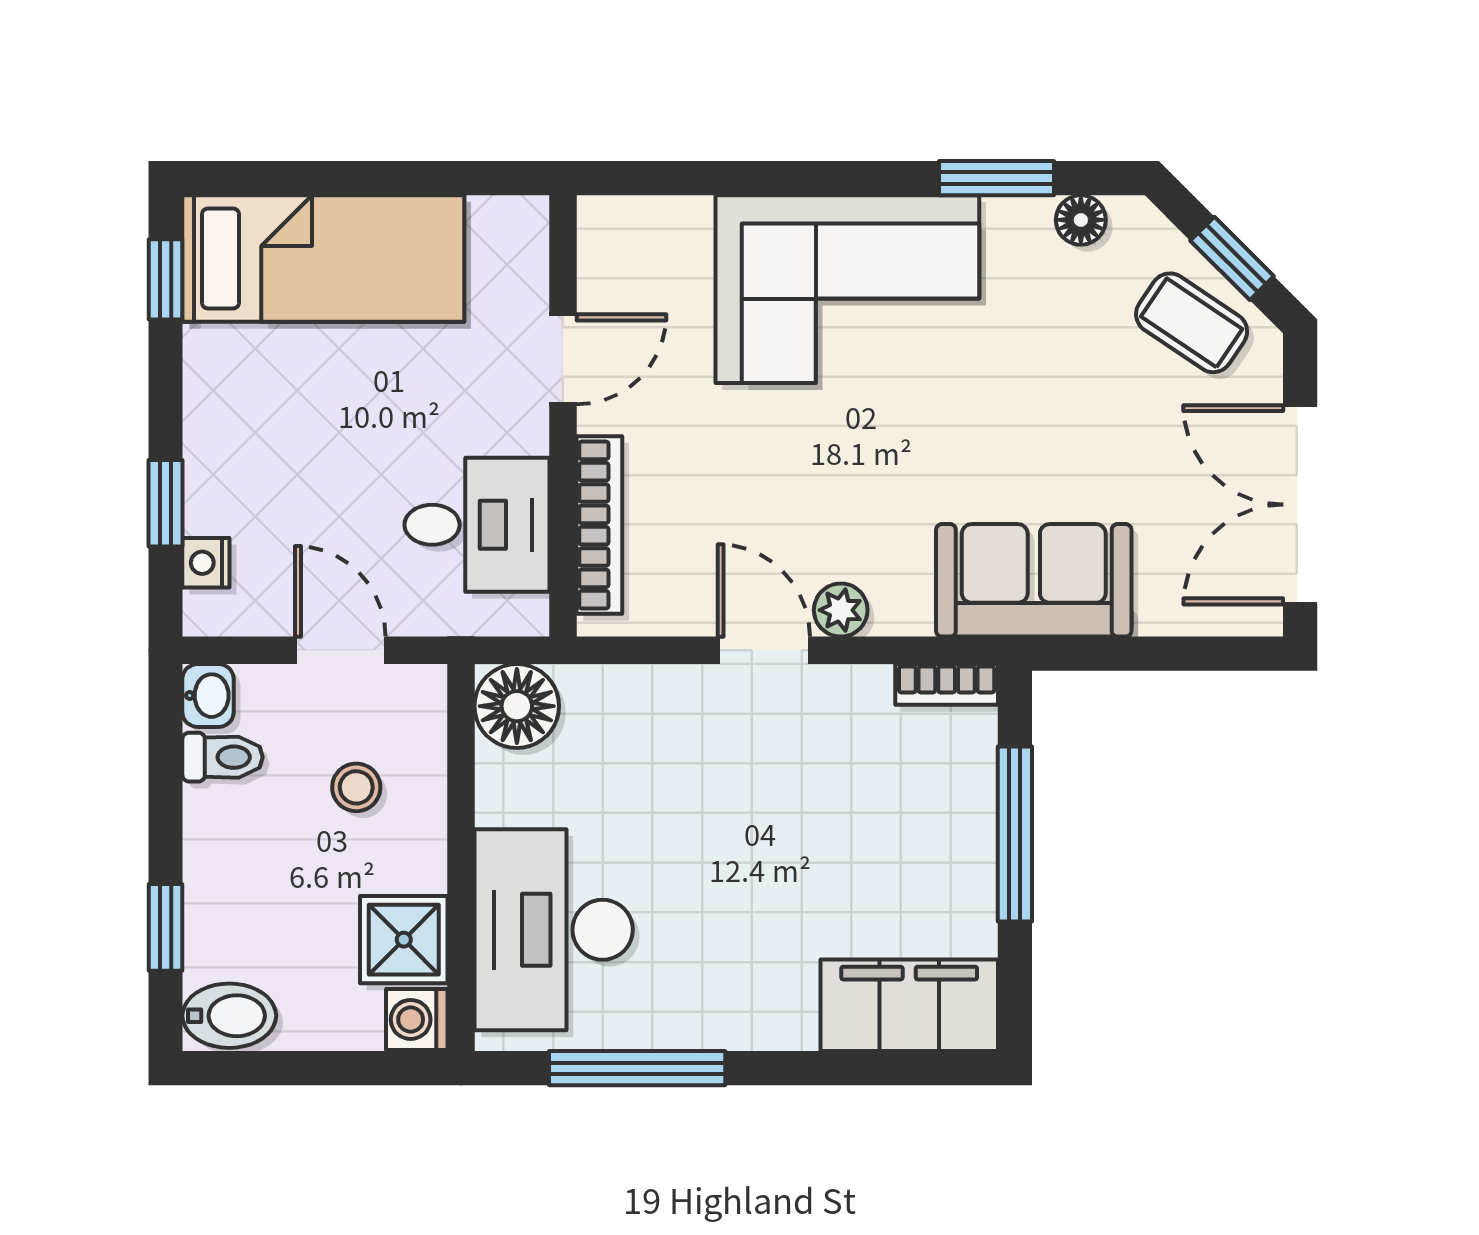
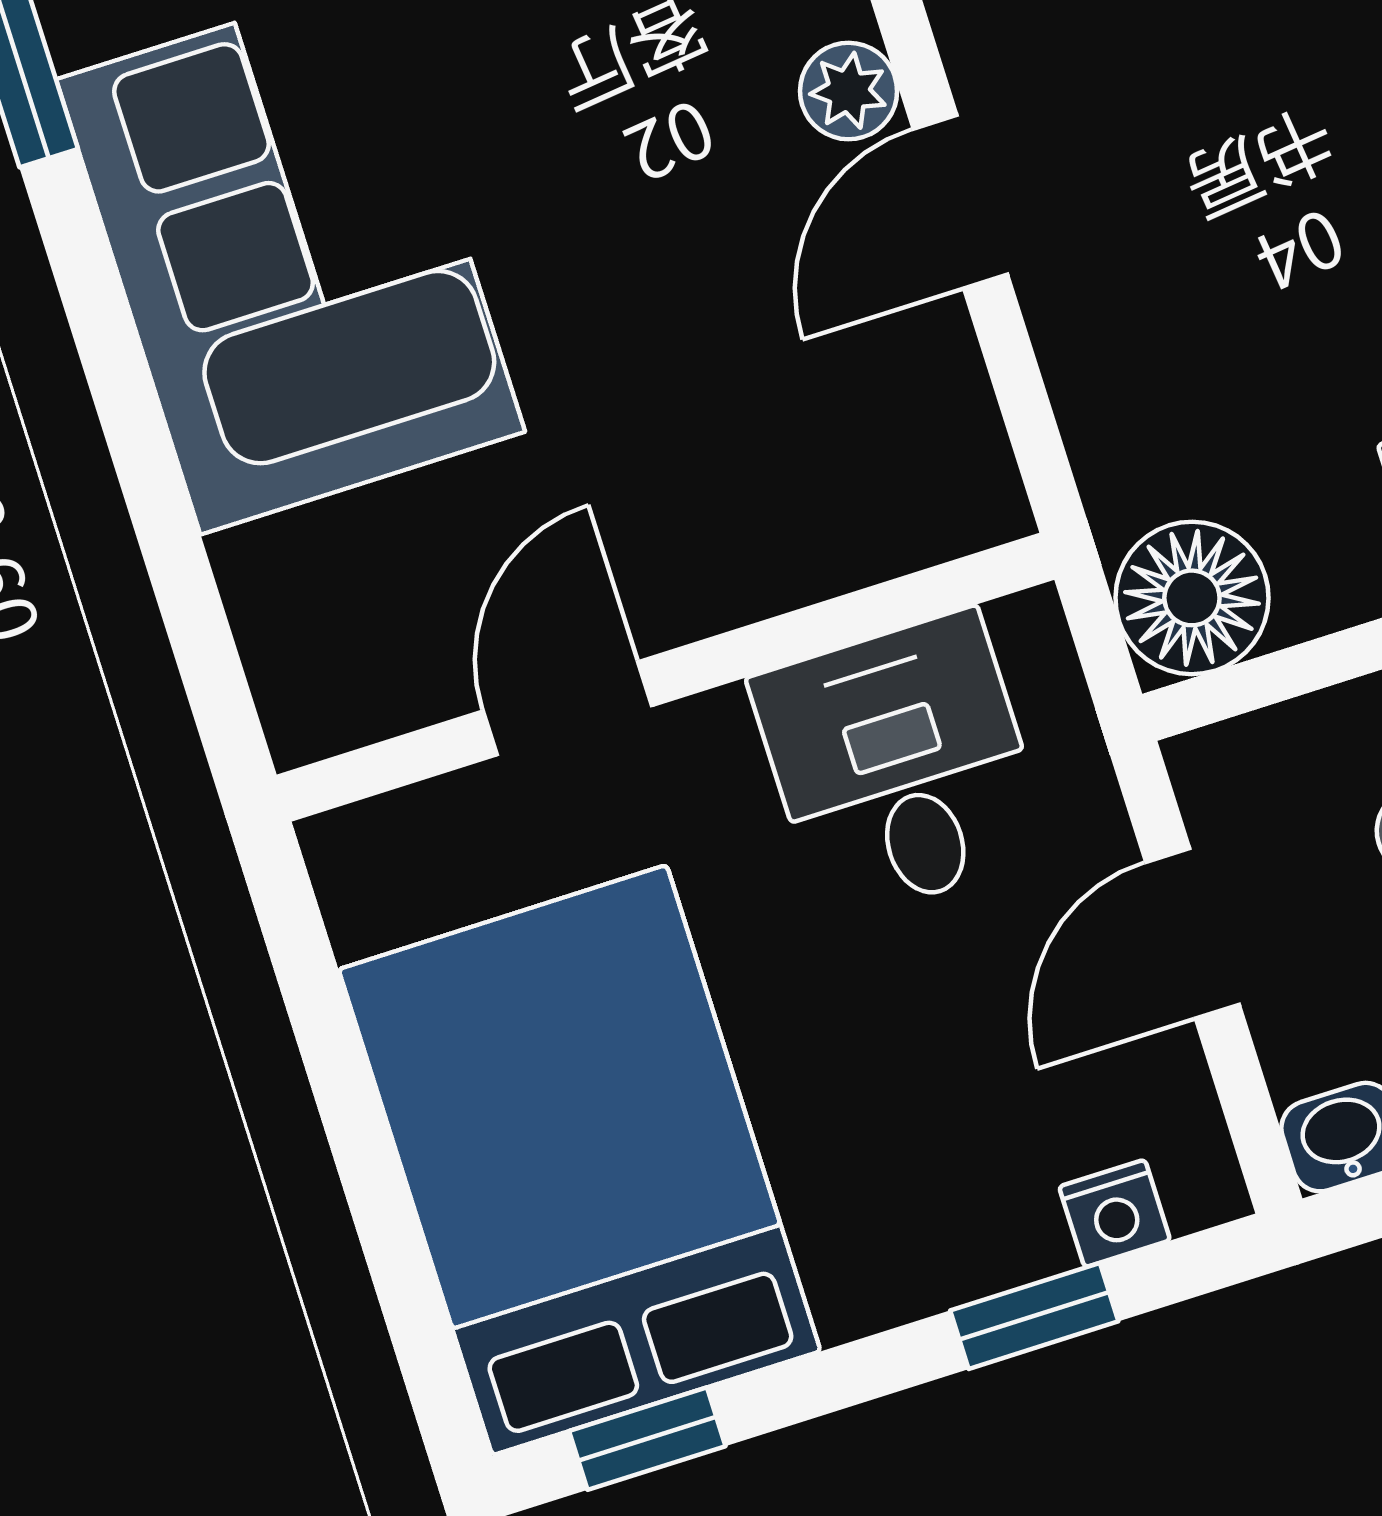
bed: (323, 258) -> (580, 1160), width x1.50
door: (563, 359) -> (568, 708), hinge flipped
bookcase: (599, 525) -> (834, 555), removed

